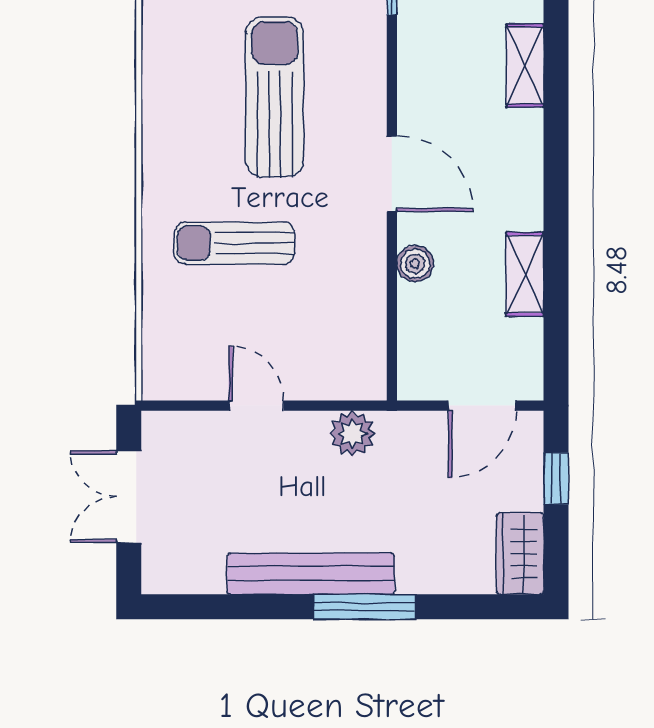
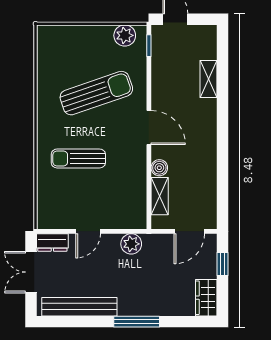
sun lounger: (275, 97) -> (96, 93), turned 71
shelving: (525, 274) -> (160, 196), moved
door: (256, 406) -> (88, 231), swing flipped
dresser: (176, 430) -> (52, 242), added
bench: (311, 574) -> (79, 307), moved

